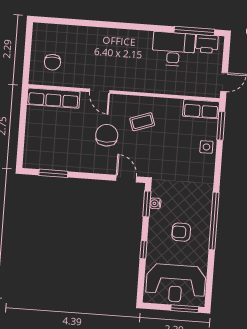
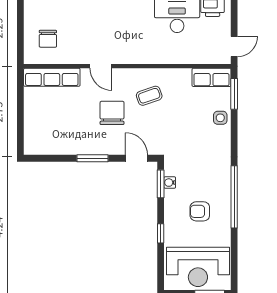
window: (53, 173) -> (93, 158), moved

